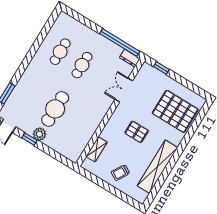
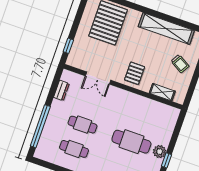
window: (120, 42) -> (40, 126), moved
dresser: (130, 58) -> (61, 91), moved
pallet: (136, 132) -> (135, 73), moved

